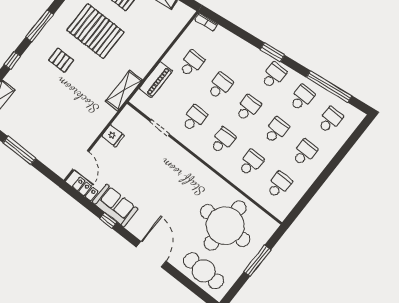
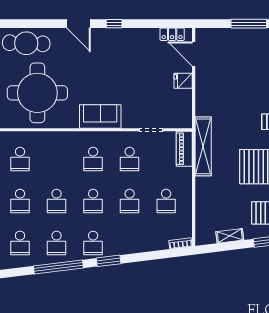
piano: (156, 80) -> (184, 149), moved
window: (329, 87) -> (58, 267), moved
shelving: (124, 91) -> (203, 146), width x1.47
fridge: (113, 136) -> (183, 81), moved
school desk: (251, 163) -> (57, 159), removed
sofa: (115, 206) -> (100, 116), moved, turned 180
window: (108, 220) -> (114, 24), moved
door: (151, 254) -> (78, 24), width x0.73

